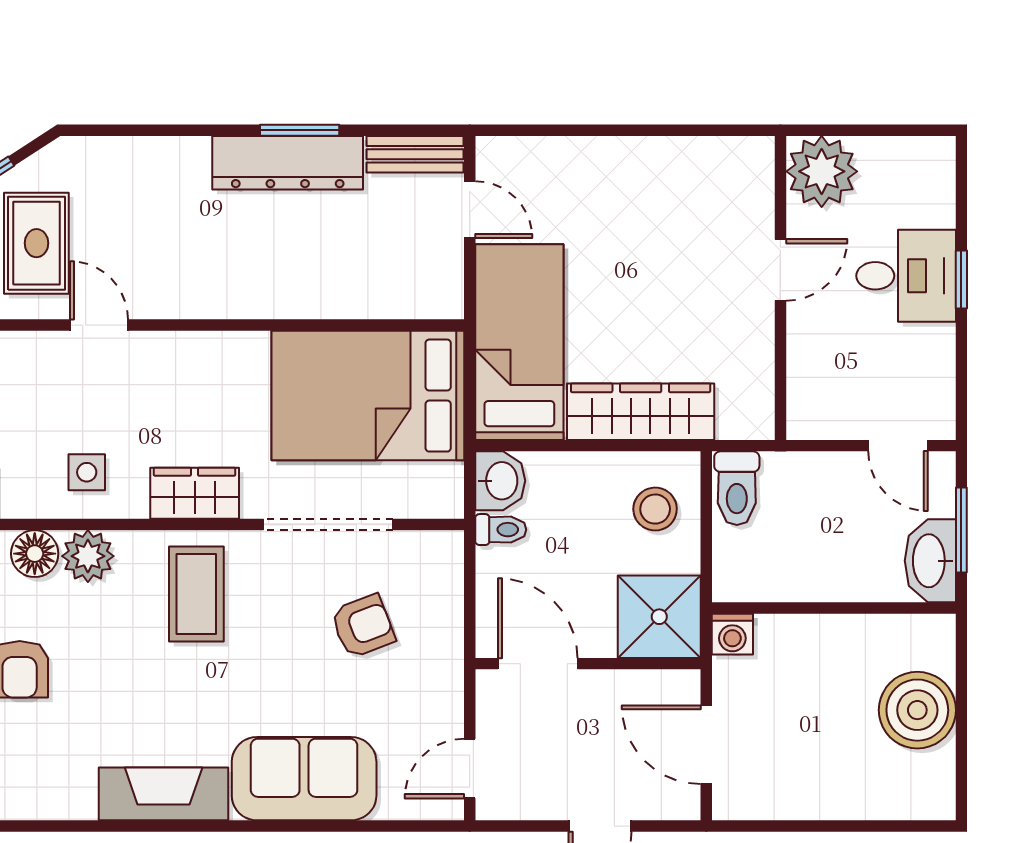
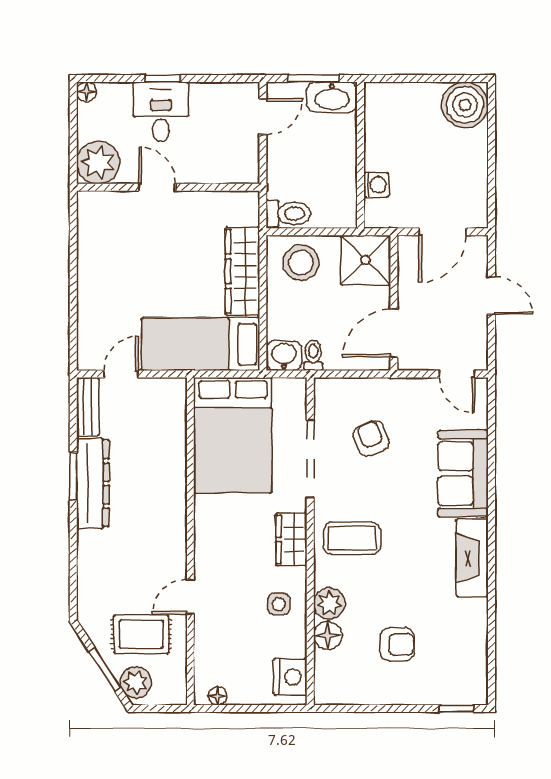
floor lamp: (939, 152) -> (87, 92), added
stool: (655, 509) -> (301, 263), width x1.38, depth x1.38
washing machine: (732, 634) -> (376, 185), moved
boiler: (917, 710) -> (465, 105), moved

